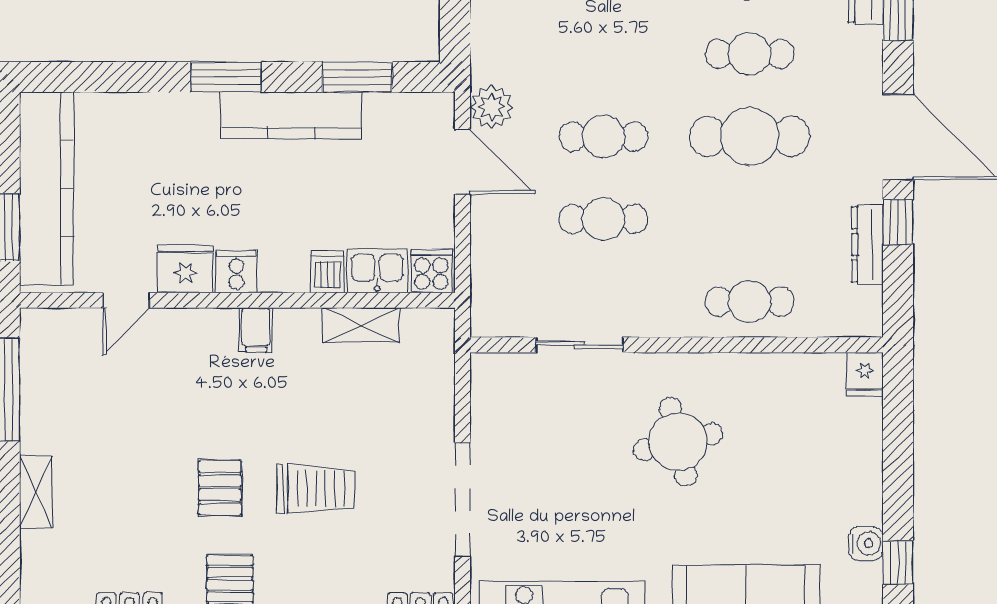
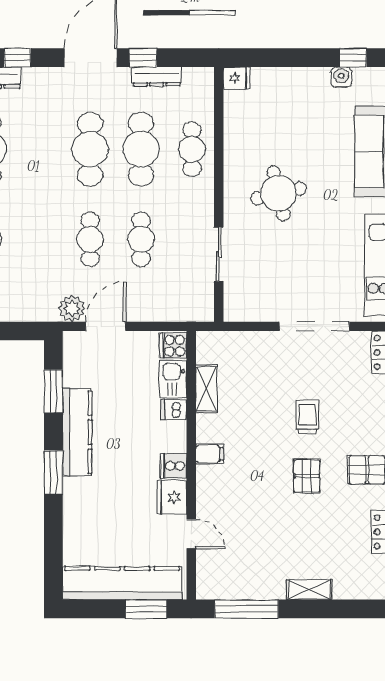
cafe table: (750, 54) -> (141, 149), moved, width x1.37, depth x1.35
pallet: (220, 488) -> (307, 476), turned 90
trolley: (316, 488) -> (307, 417), width x0.73, depth x0.72

